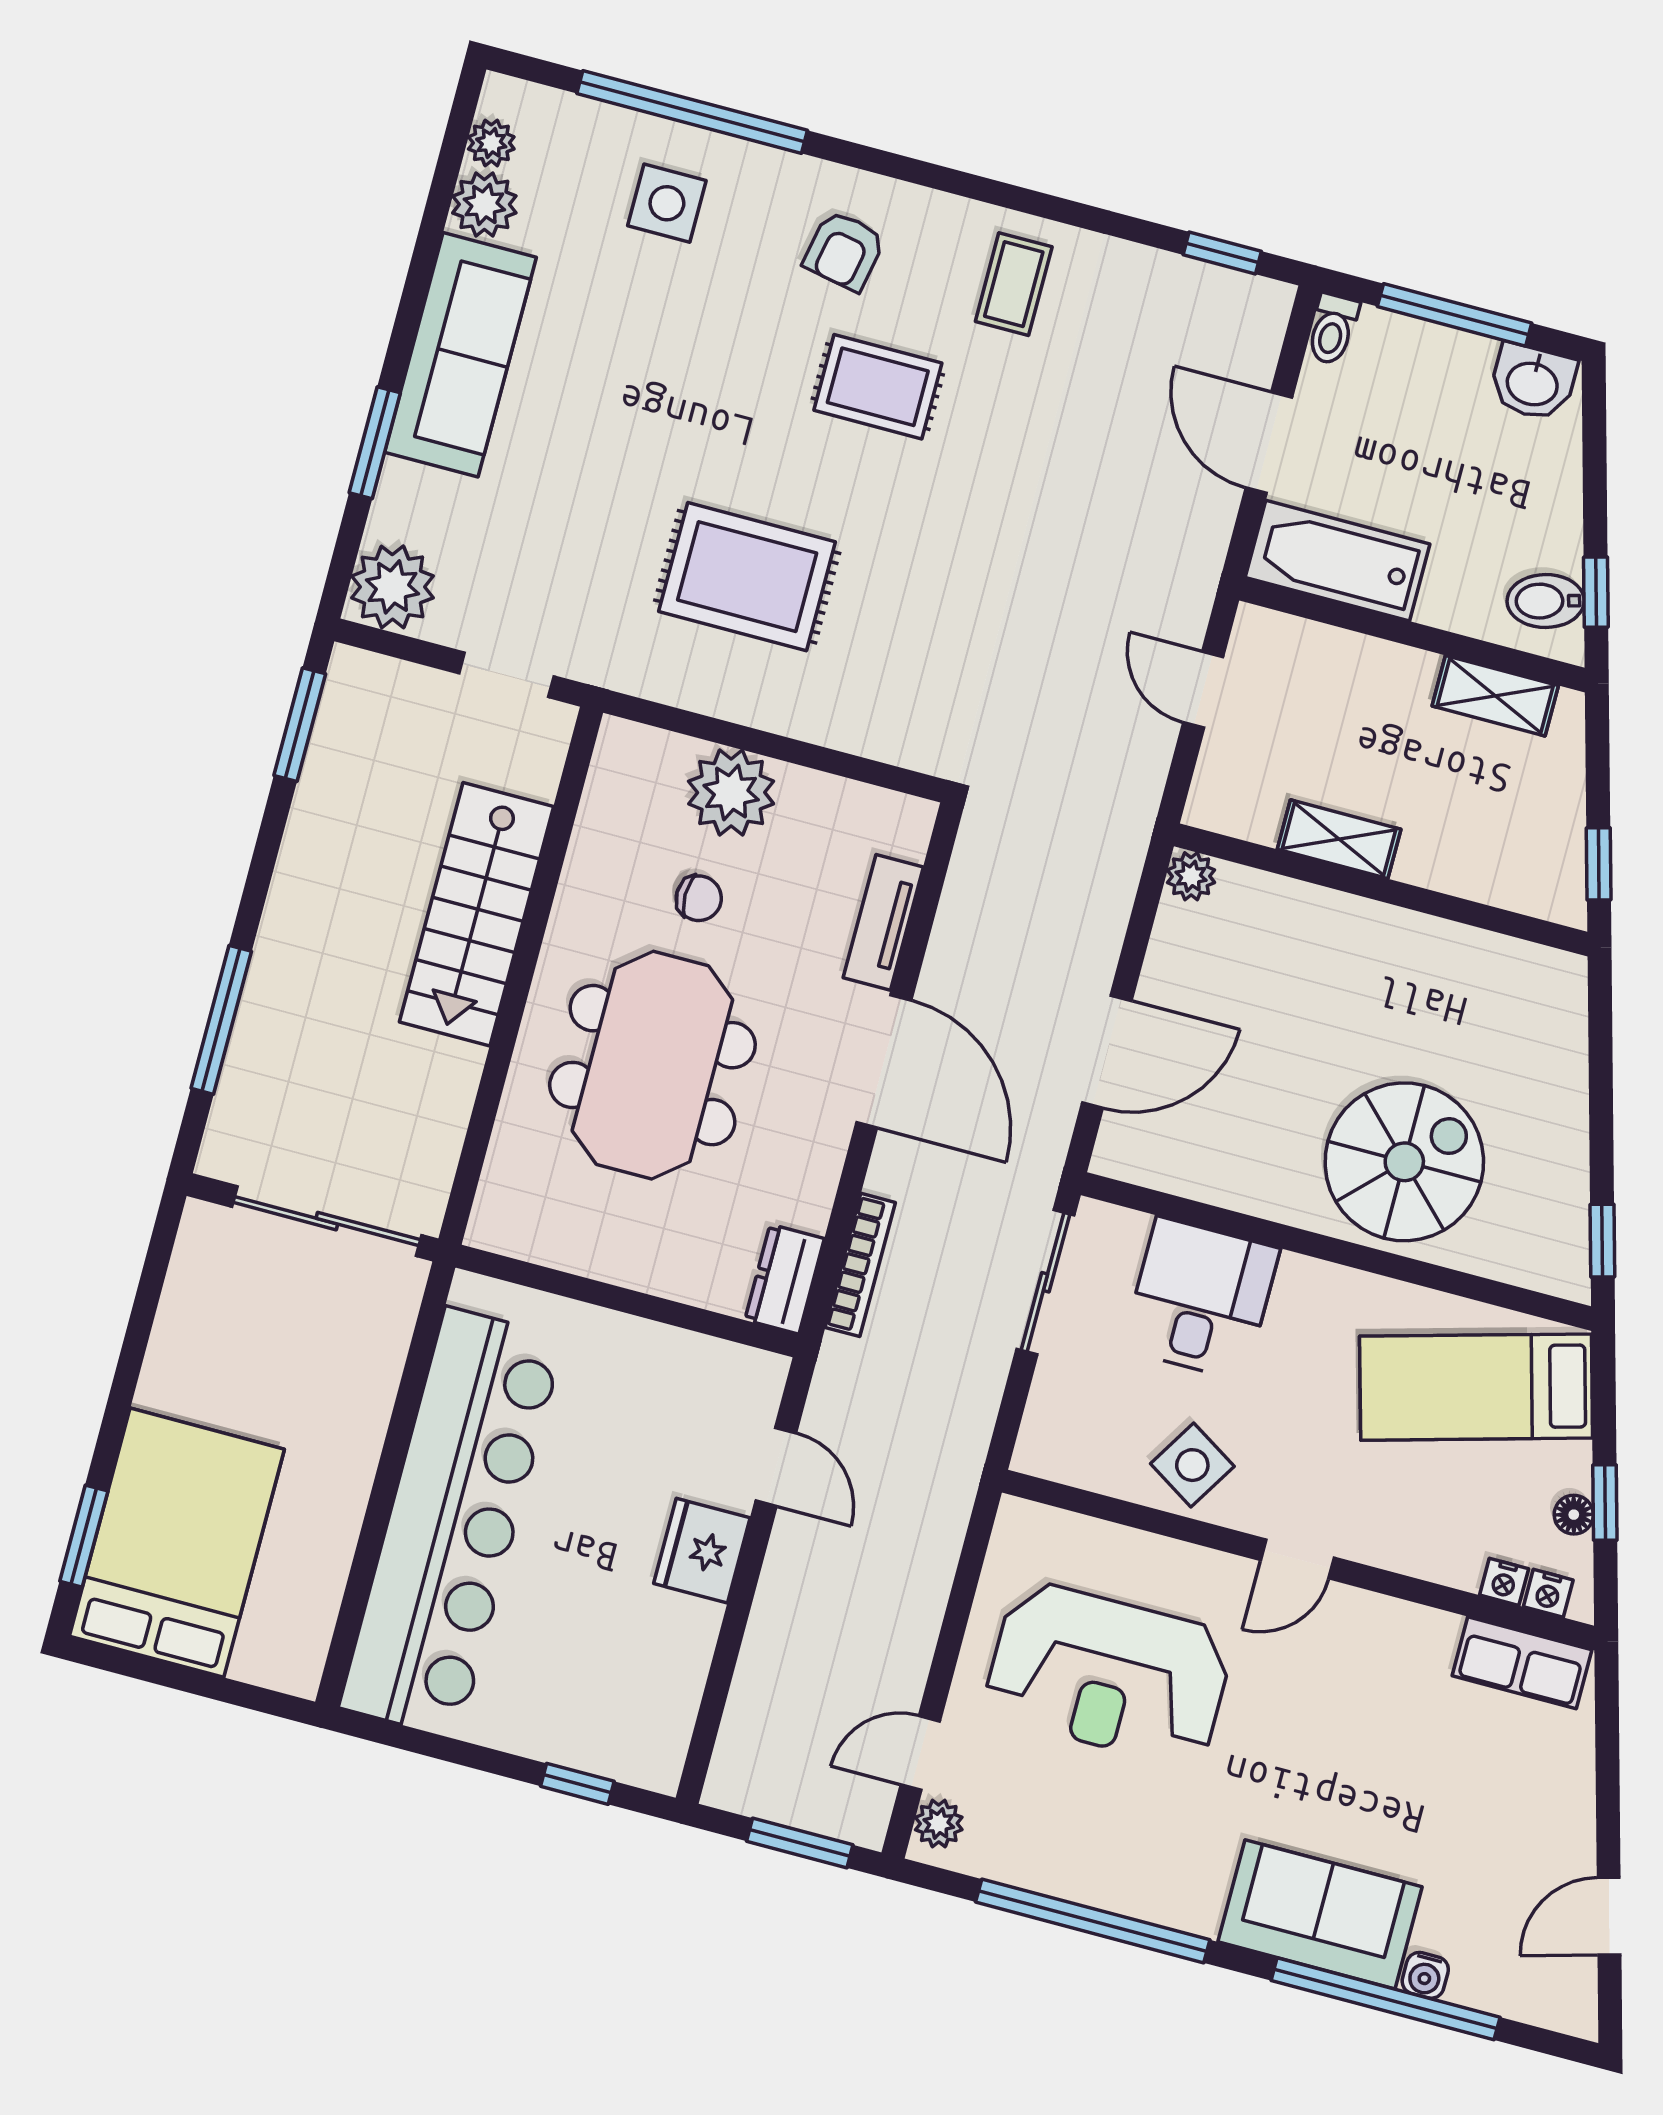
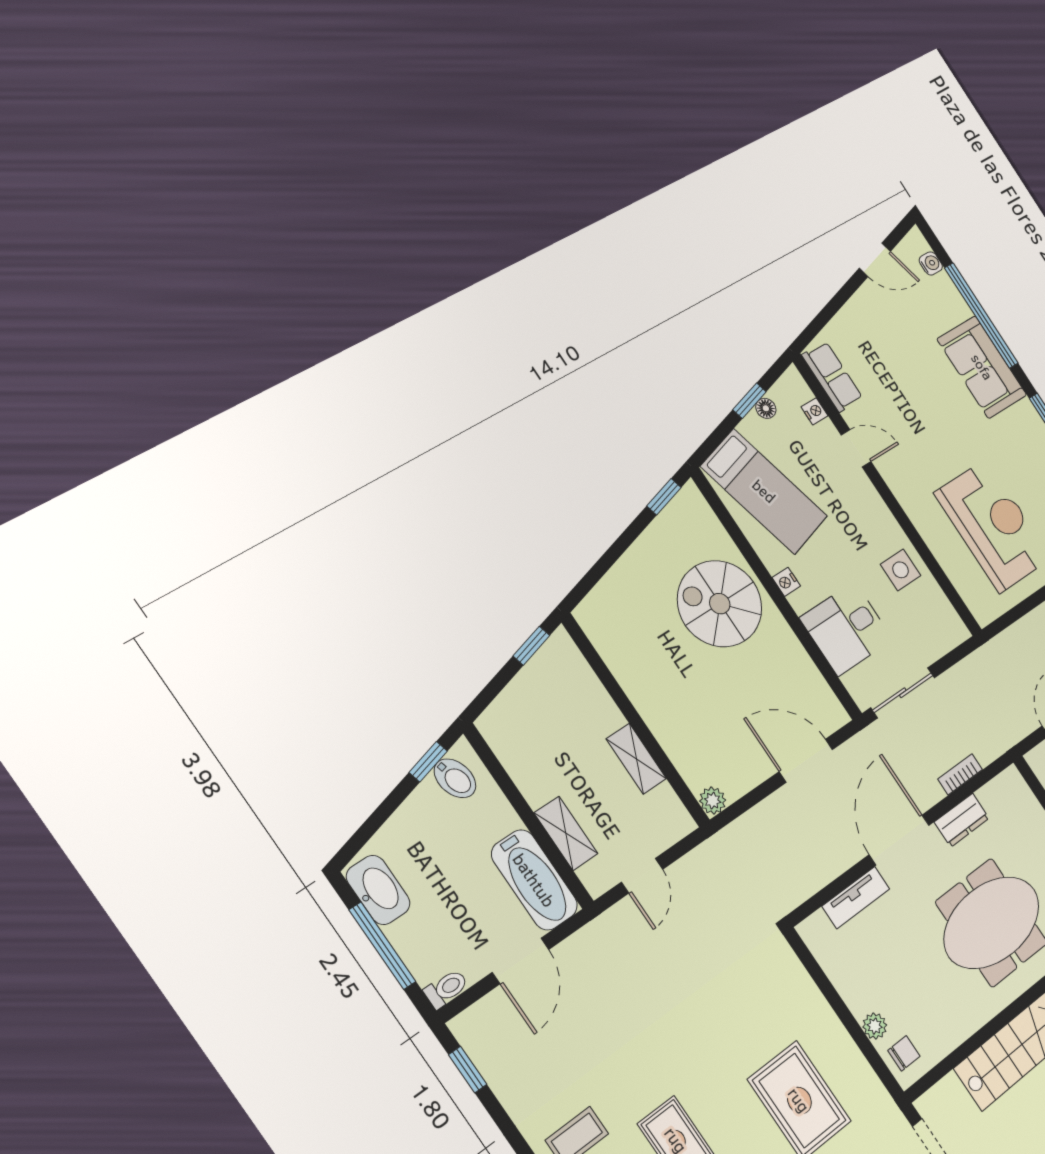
washbasin: (1533, 382) -> (378, 890), width x1.38
shelving: (1495, 696) -> (566, 833), moved
plant: (731, 793) -> (875, 1026), width x0.53, depth x0.53
chair: (699, 898) -> (904, 1053), moved, turned 90
bookcase: (860, 1265) -> (960, 774), width x0.64
dresser: (785, 1279) -> (962, 820), moved
side table: (1192, 1465) -> (901, 570), turned -32
door: (1297, 1559) -> (856, 448), moved
nightstand: (1548, 1593) -> (786, 582), moved, turned 180
water cooler: (1425, 1975) -> (931, 263), moved

